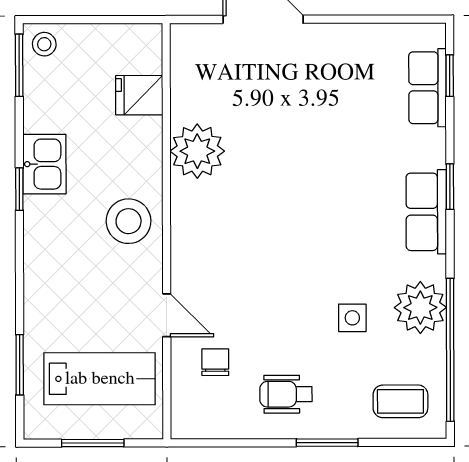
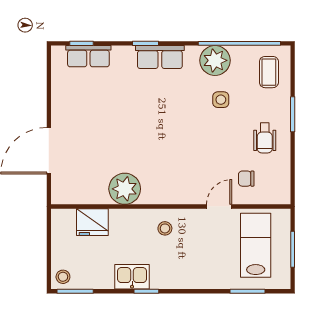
fridge: (139, 95) -> (92, 222), width x1.38
stool: (129, 221) -> (165, 228), width x0.53, depth x0.53

